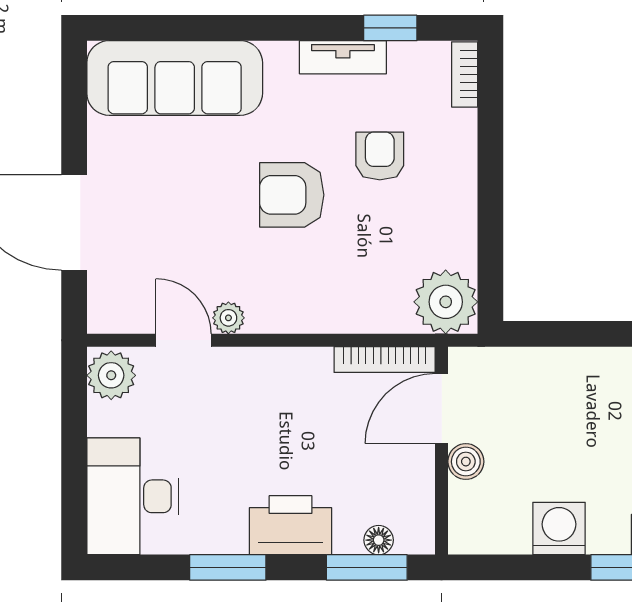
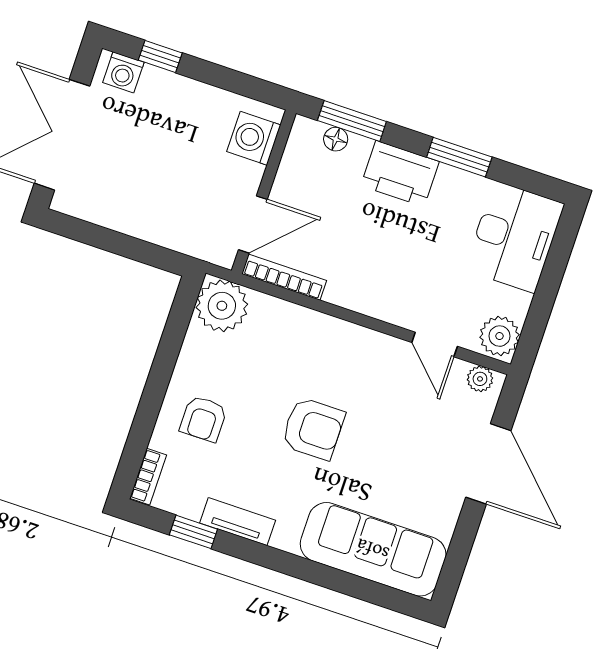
armchair: (380, 156) -> (203, 419), moved
plant: (228, 318) -> (480, 379), moved
boiler: (466, 462) -> (248, 177), removed
washing machine: (559, 529) -> (254, 138), moved, turned 90

